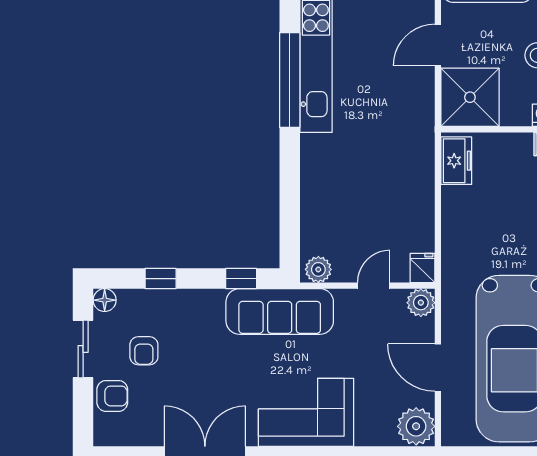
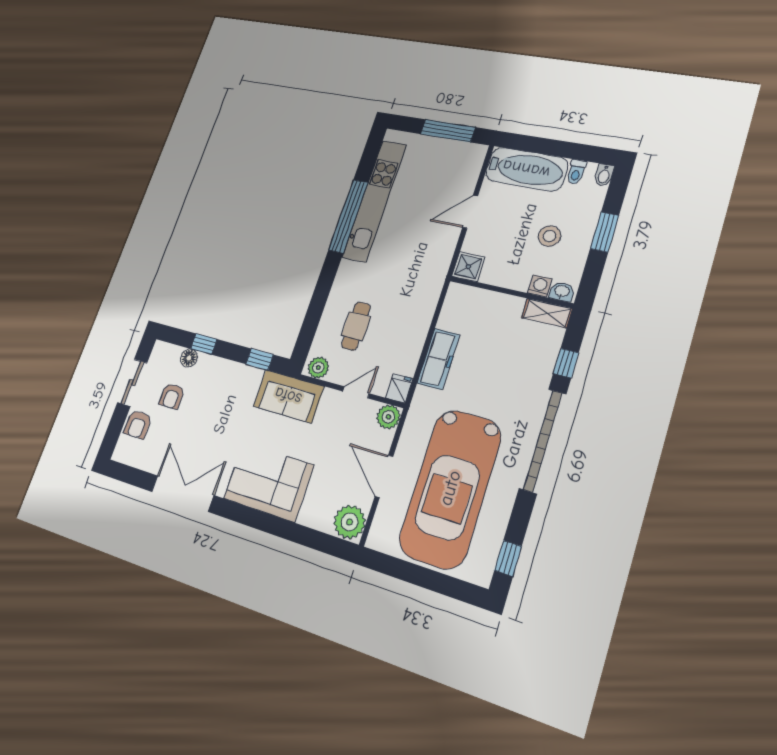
shower: (470, 97) -> (468, 267), width x0.54, depth x0.54
freezer: (456, 161) -> (438, 359), moved, width x1.40
cafe table: (347, 210) -> (356, 326), added
floor lamp: (105, 300) -> (189, 358), moved
sofa: (280, 311) -> (288, 396), width x0.73
armchair: (112, 396) -> (138, 424), turned 90

